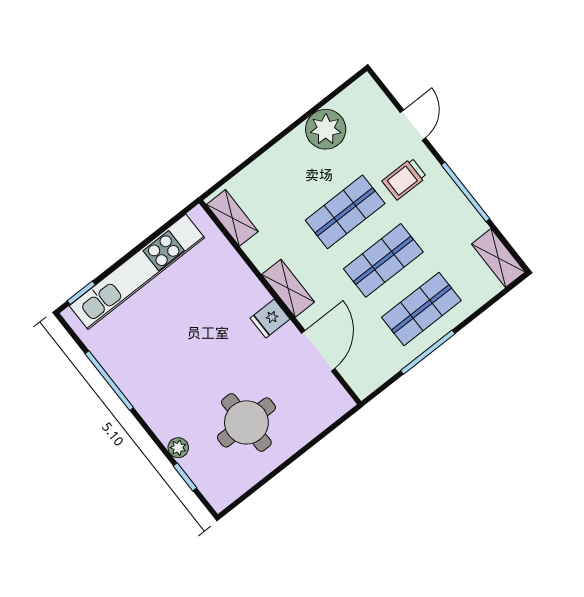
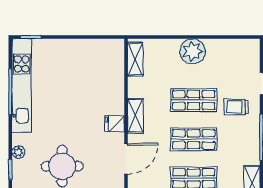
plant: (326, 129) -> (193, 51), moved
kitchen unit: (137, 272) -> (22, 86), moved, turned -90

